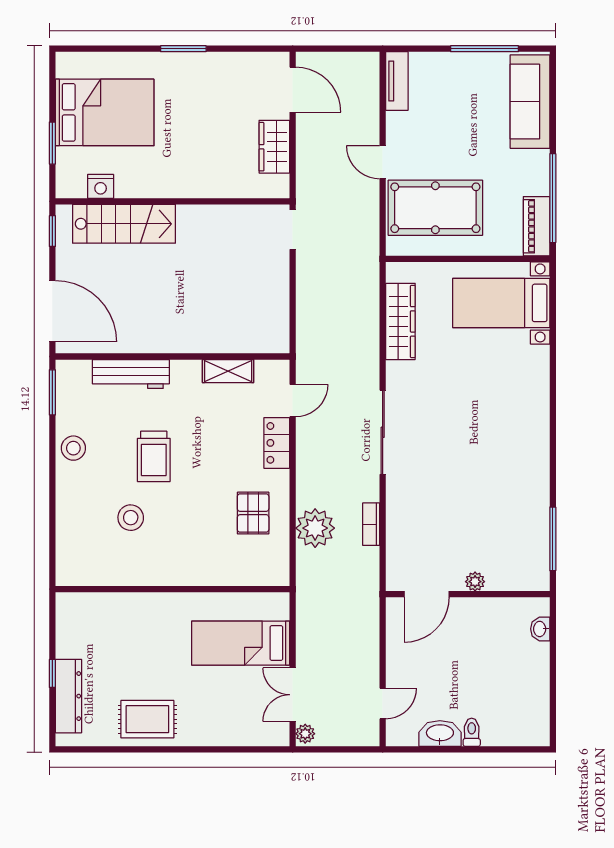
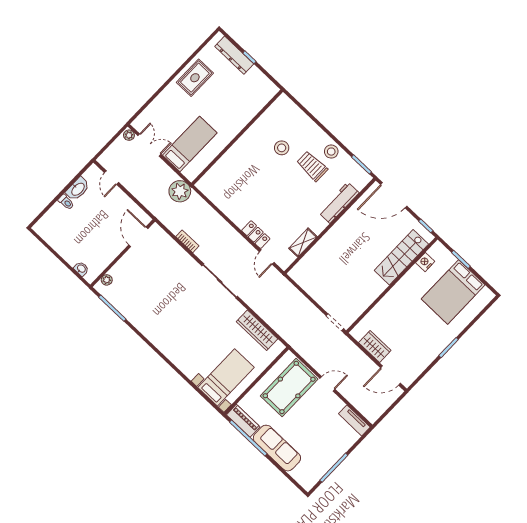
sofa: (530, 102) -> (277, 448), moved
trolley: (154, 456) -> (312, 166), moved
pallet: (253, 513) -> (237, 198), removed
plant: (315, 528) -> (180, 191), moved
plant: (475, 582) -> (107, 280), moved

